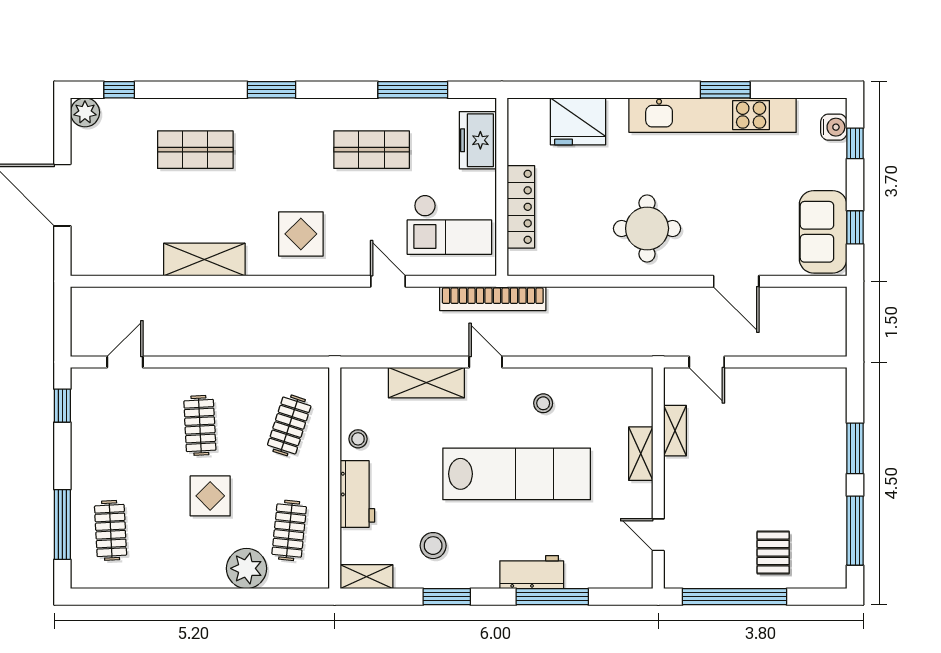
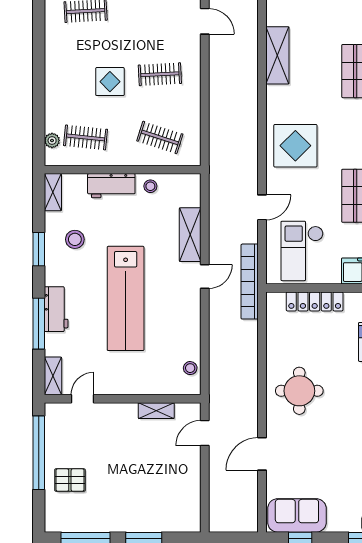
display table: (301, 234) -> (295, 146), width x1.36, depth x1.36
shelving: (204, 259) -> (277, 55), moved
stool: (543, 403) -> (190, 368), moved
shelving: (641, 454) -> (53, 376), moved, turned 90
plant: (246, 568) -> (52, 140), moved, width x0.53, depth x0.53

